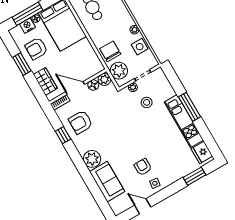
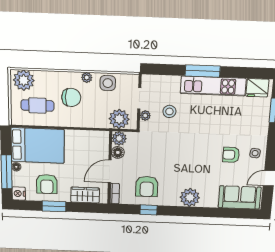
nightstand: (27, 26) -> (19, 194), moved
chair: (110, 51) -> (71, 97), moved, turned 180
sofa: (107, 182) -> (240, 197), moved

